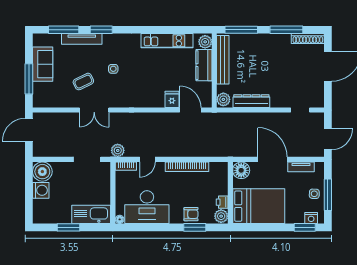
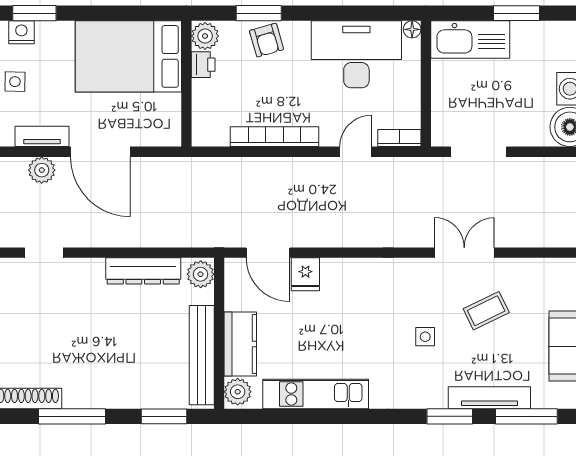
window: (241, 30) -> (164, 416), width x0.69
plant: (118, 150) -> (42, 170), moved
floor lamp: (241, 170) -> (164, 130), removed
armchair: (191, 214) -> (267, 40), turned -106

